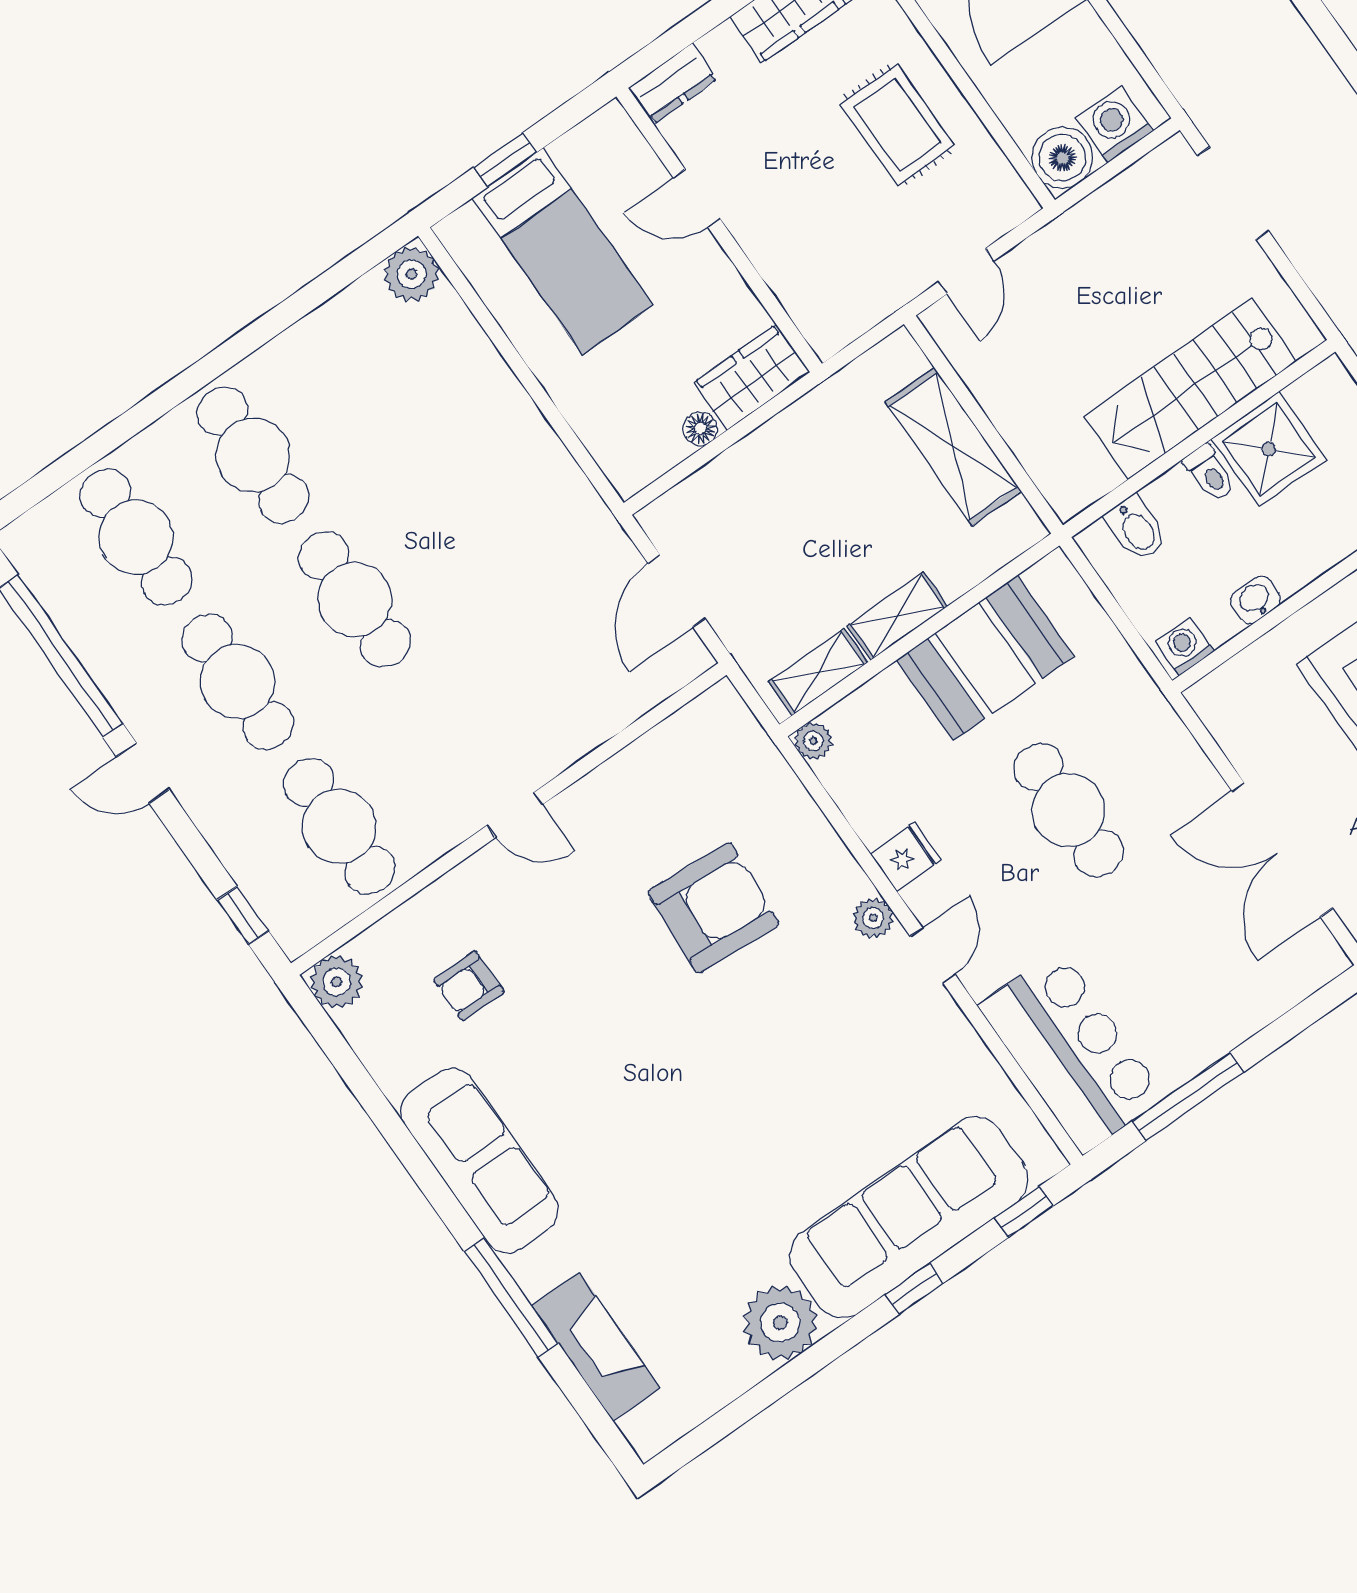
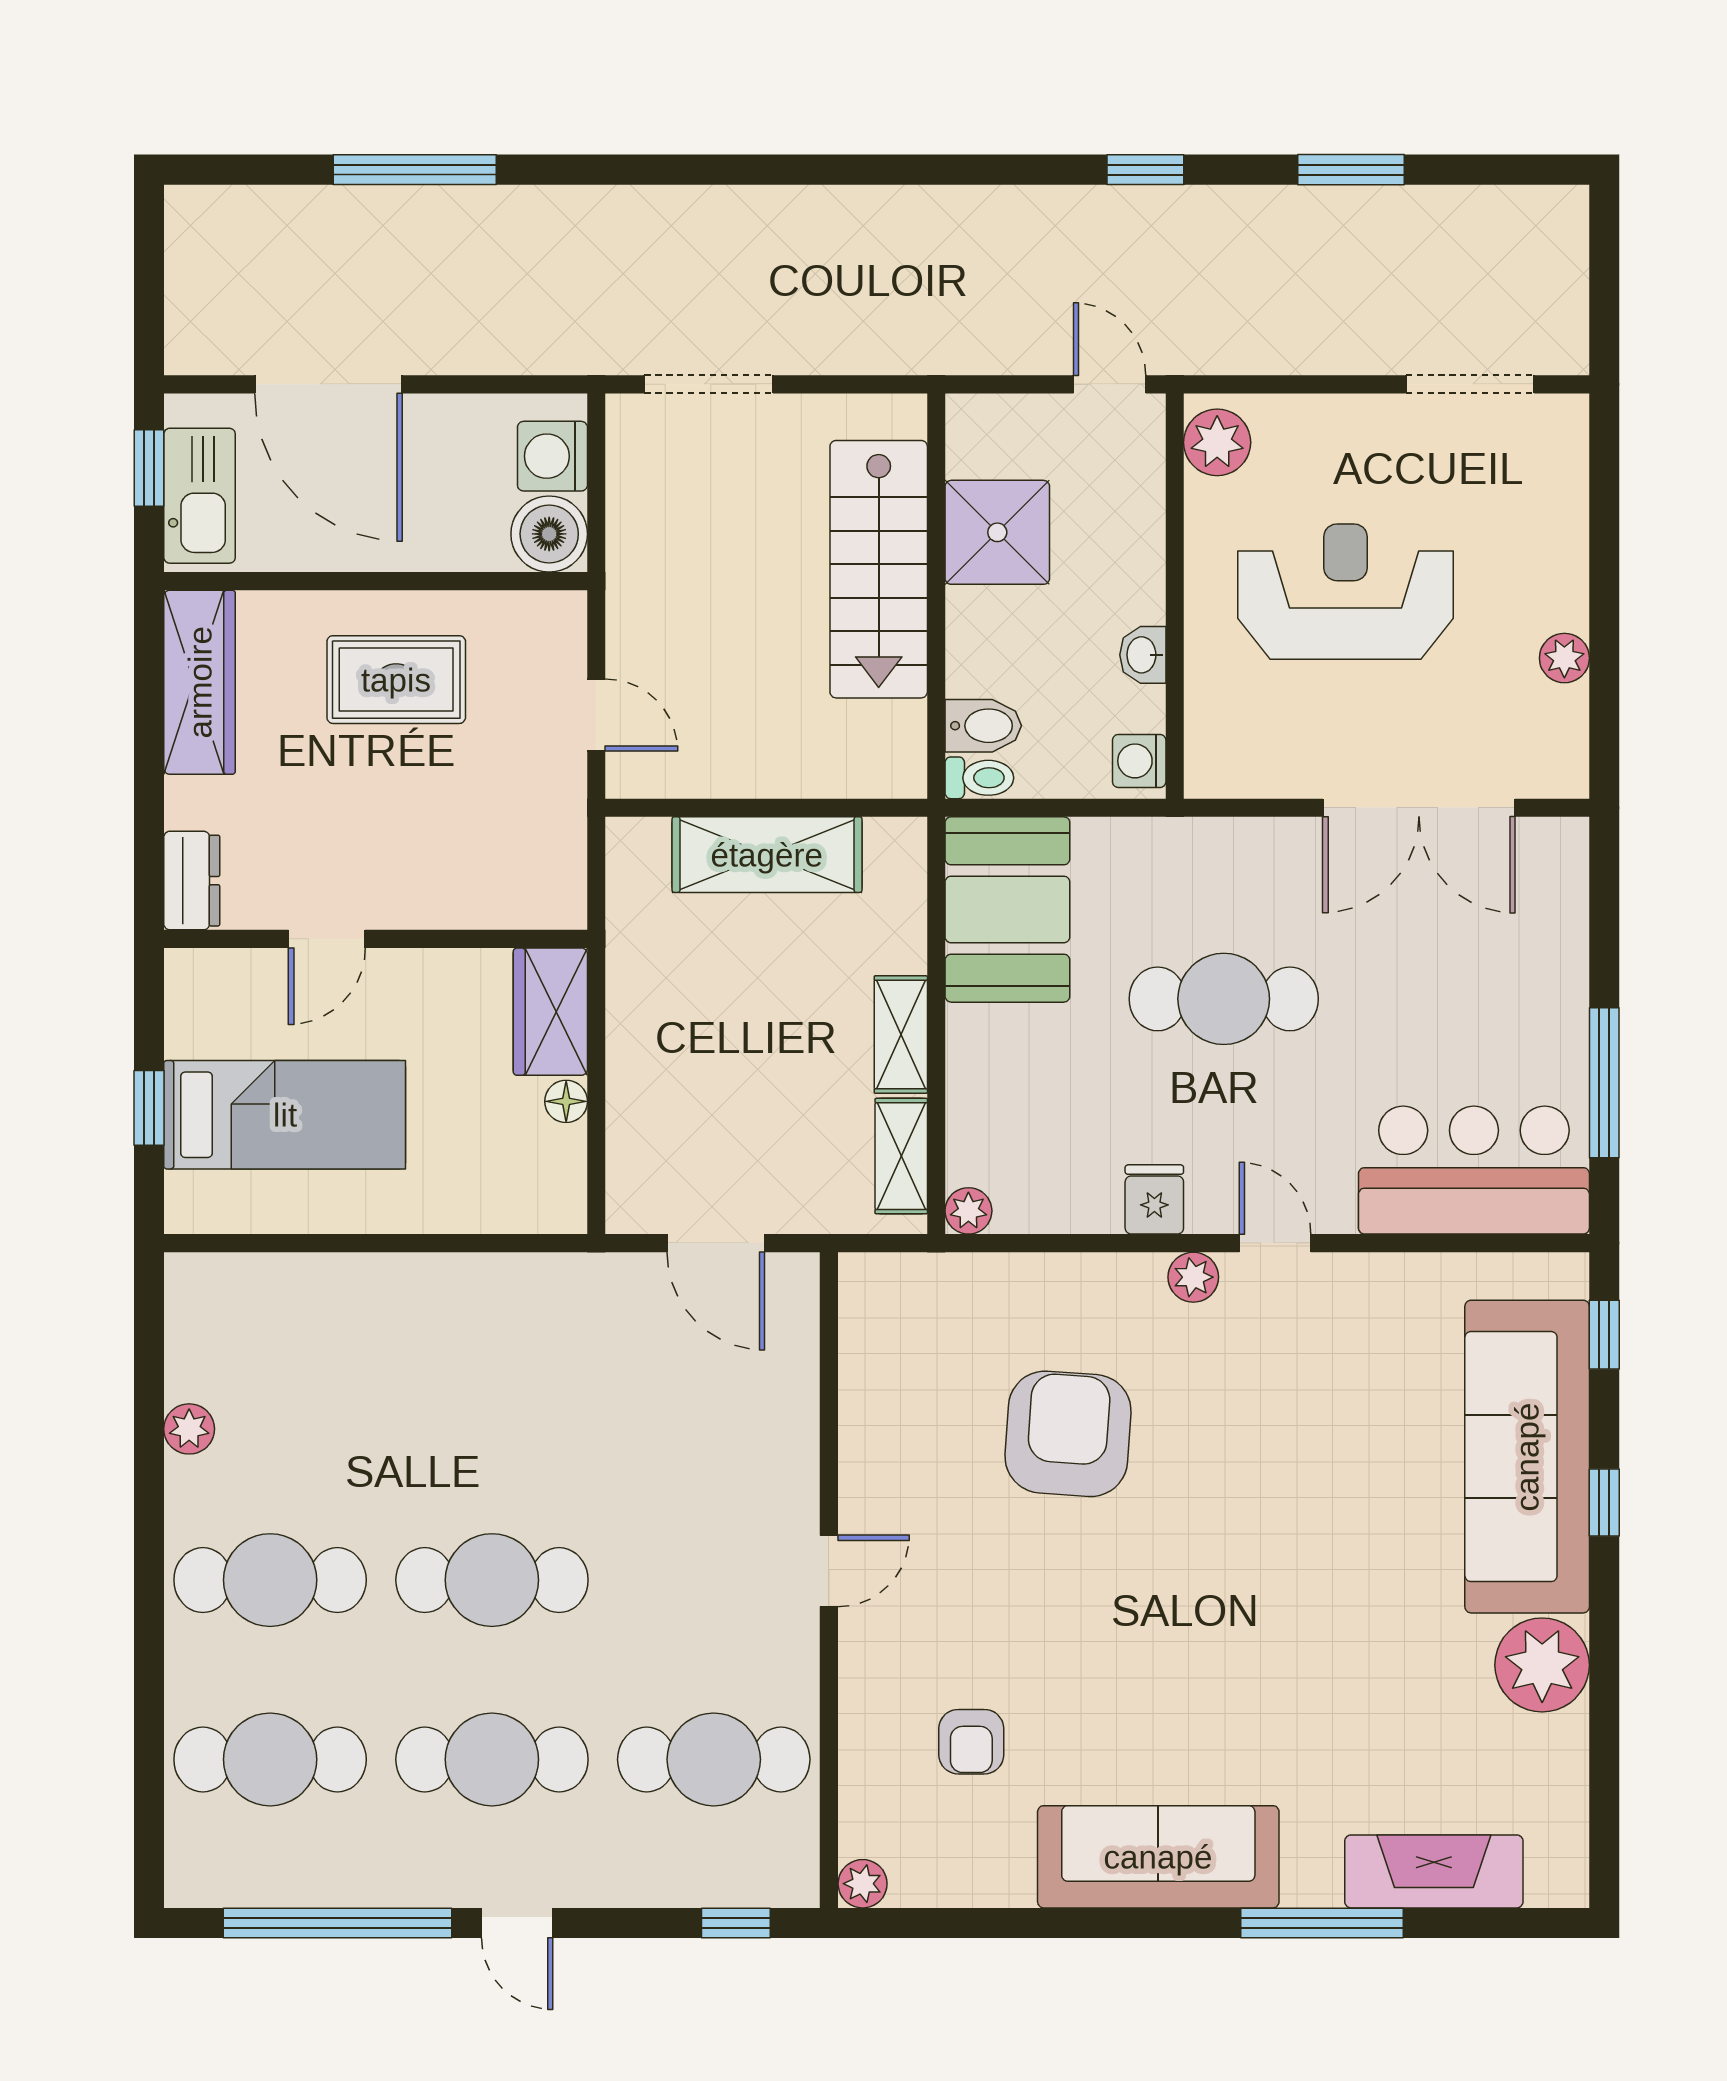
plant: (411, 274) -> (189, 1429), moved, width x0.73, depth x0.73
toilet: (1210, 473) -> (979, 778), moved
booth: (985, 658) -> (1007, 909), moved
door: (143, 773) -> (517, 1923), hinge flipped
plant: (337, 982) -> (863, 1884), width x0.73, depth x0.73

